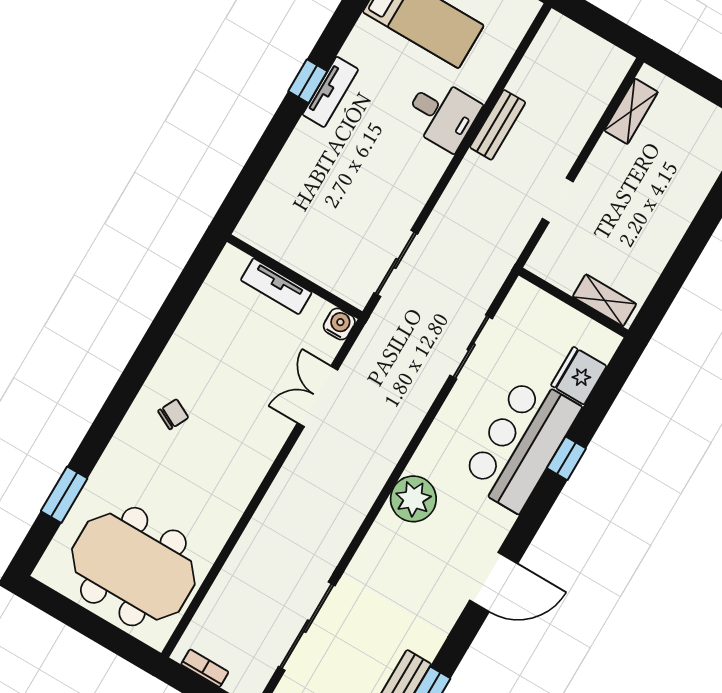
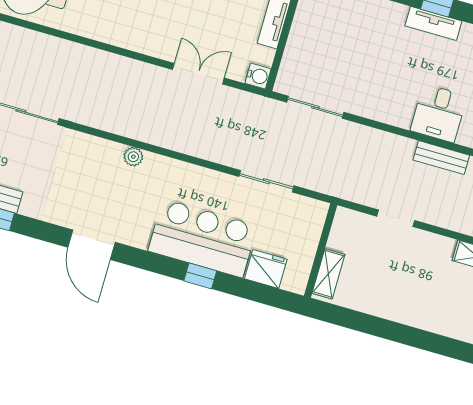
plant: (413, 499) -> (133, 157), width x0.53, depth x0.53

